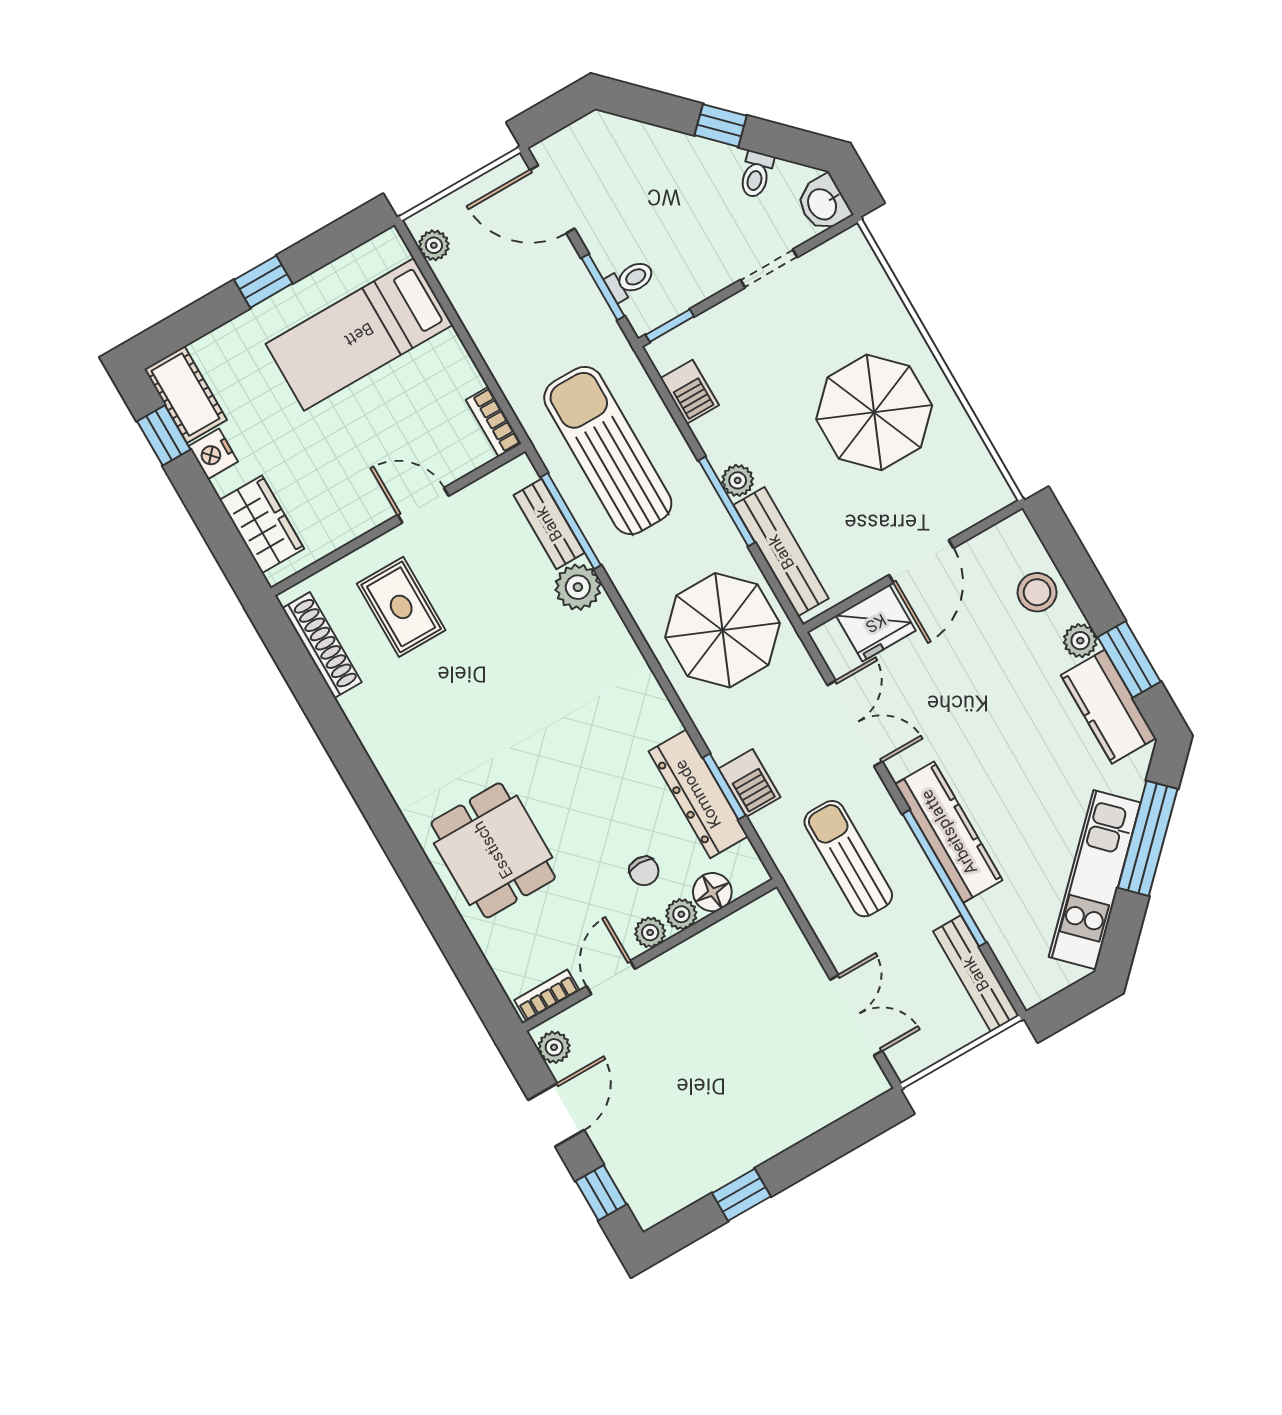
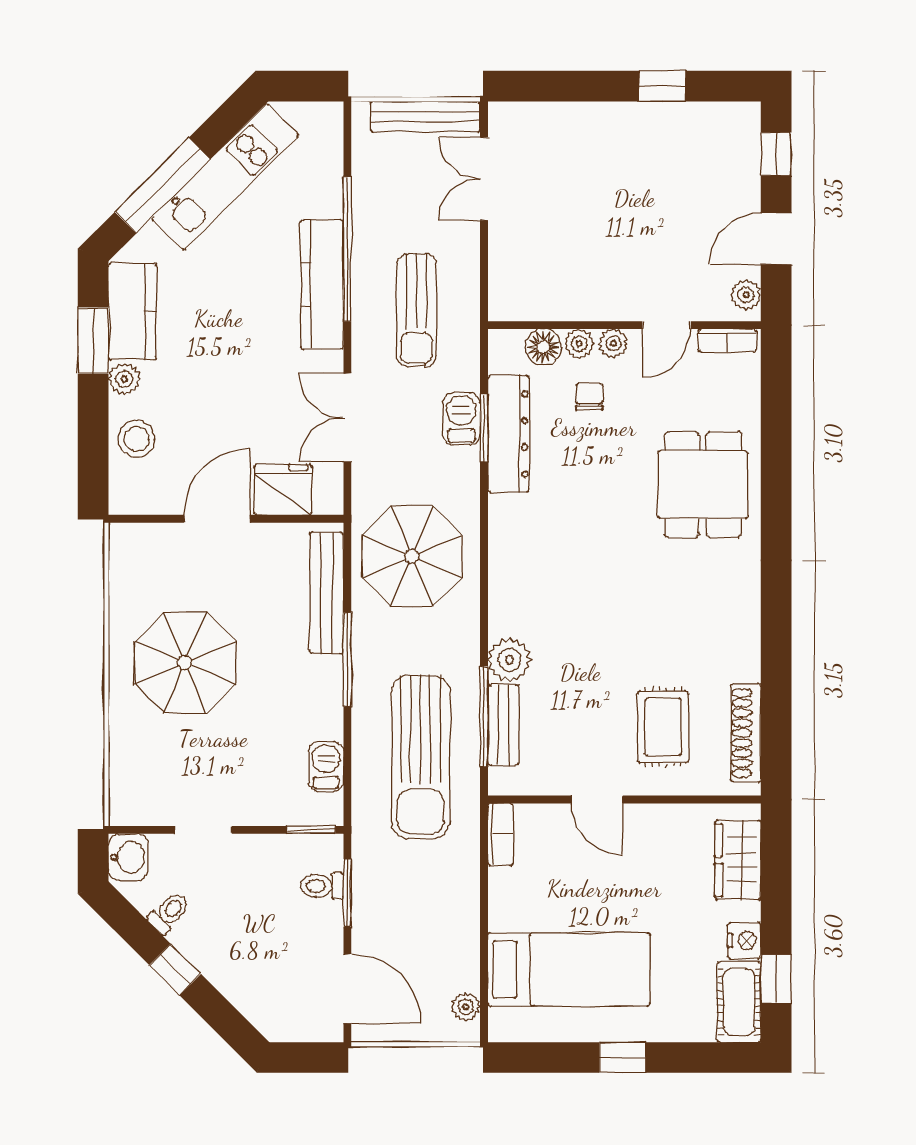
plant: (738, 480) -> (329, 671), removed
bench: (976, 974) -> (425, 117), moved, turned 90

